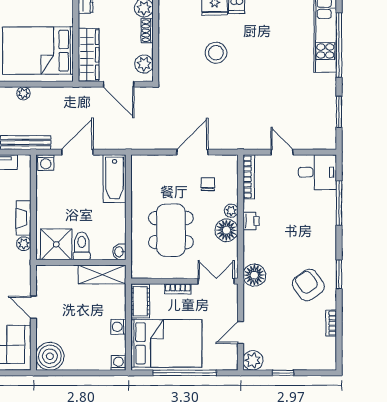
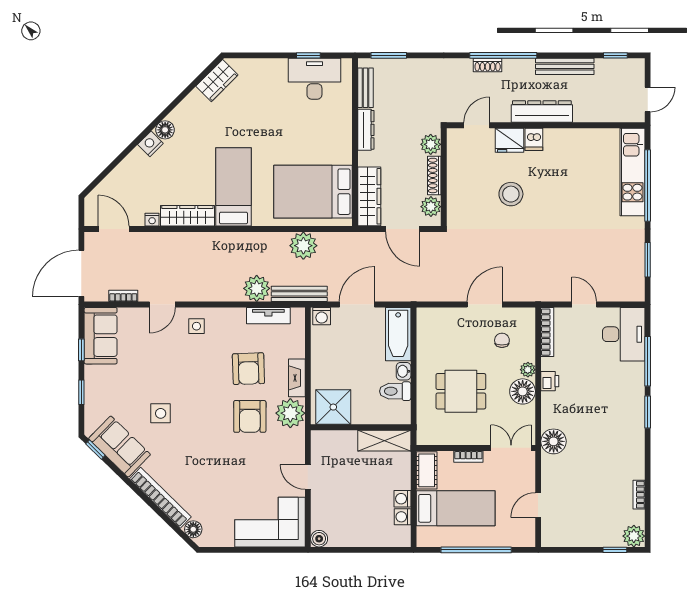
shoe rack: (147, 31) -> (434, 175), width x1.43
plant: (23, 93) -> (303, 246), width x1.88, depth x1.88
desk: (317, 172) -> (624, 334), width x1.37
dining table: (171, 230) -> (461, 391), width x0.73
plant: (24, 244) -> (290, 413), width x1.87, depth x1.87
toilet: (82, 246) -> (395, 391), moved, turned -90
washbasin: (119, 252) -> (404, 371), moved
window: (339, 274) -> (648, 412), moved
armchair: (308, 285) -> (614, 452), removed
bed: (166, 343) -> (456, 508), width x0.67
boiler: (50, 356) -> (319, 539), width x0.54, depth x0.54
plant: (253, 360) -> (634, 536), moved
washing machine: (119, 363) -> (403, 517), moved, turned -90
window: (283, 373) -> (615, 550), moved

